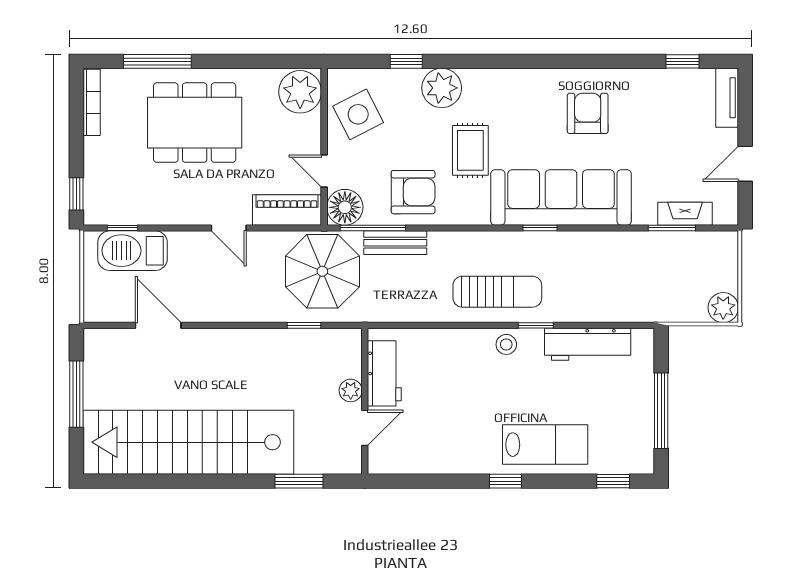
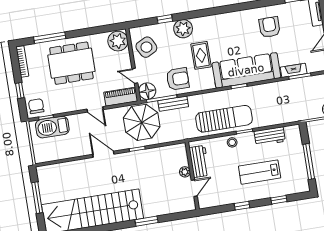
armchair: (588, 113) -> (270, 27), moved
window: (76, 194) -> (20, 90), moved
chair: (106, 201) -> (36, 106), added
fireplace: (685, 214) -> (294, 70), moved
sun lounger: (497, 292) -> (224, 119), width x1.36, depth x1.34
door: (158, 325) -> (103, 154), moved
workbench: (588, 344) -> (270, 136), width x0.73
workbench: (384, 373) -> (199, 161), moved
plant: (351, 390) -> (185, 172), moved
wall: (365, 401) -> (192, 176), moved
door: (365, 428) -> (194, 188), moved
lab bench: (545, 445) -> (260, 172), moved, turned 180
window: (613, 481) -> (279, 200), moved

